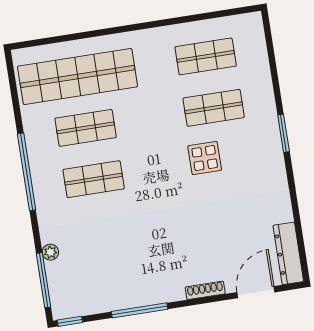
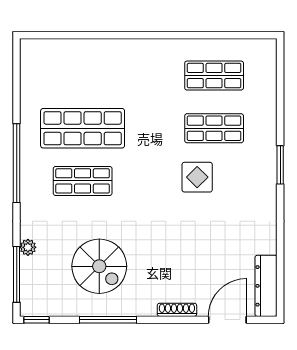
shop shelf: (78, 77) -> (83, 76), removed
shop shelf: (86, 128) -> (83, 128), width x1.43, depth x1.36
spiral stairs: (123, 260) -> (99, 266), added

